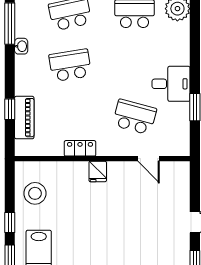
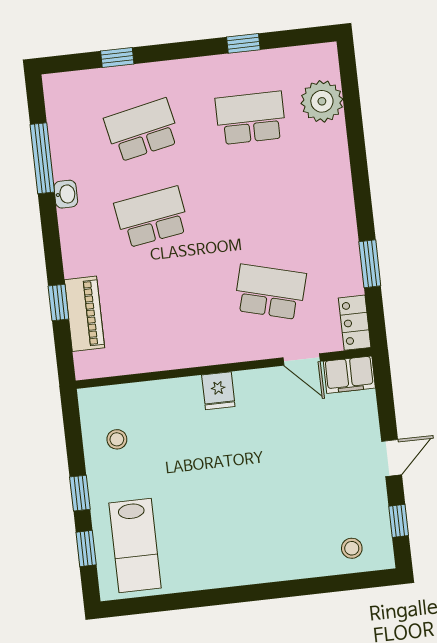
desk: (171, 84) -> (325, 229), removed
locker: (80, 148) -> (355, 323), moved, turned -90
filing cabinet: (176, 171) -> (349, 375), added
stool: (35, 193) -> (117, 439), width x0.53, depth x0.53

